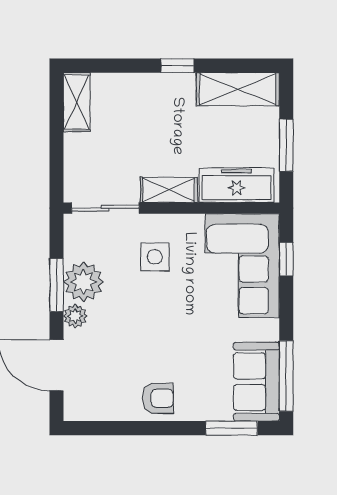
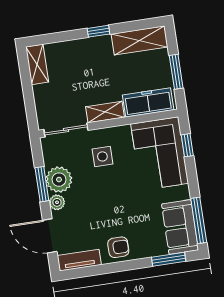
tv unit: (96, 409) -> (79, 260), added

